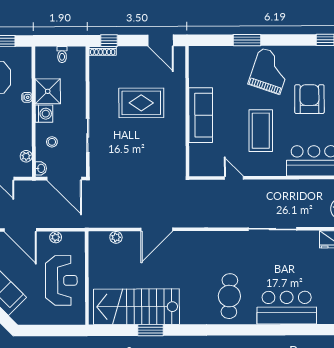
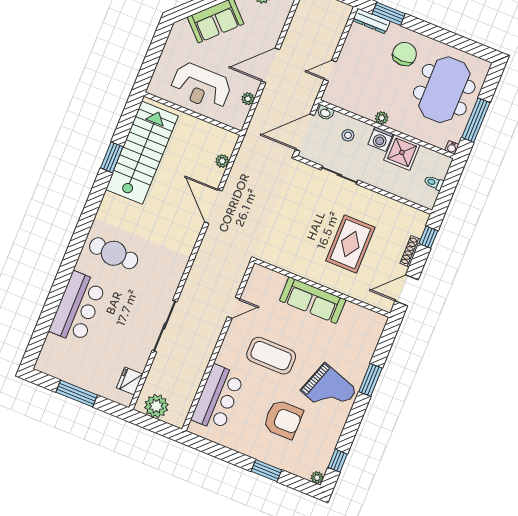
shoe rack: (103, 51) -> (410, 251), moved
water cooler: (27, 97) -> (452, 148), moved
plant: (26, 156) -> (382, 118), moved

